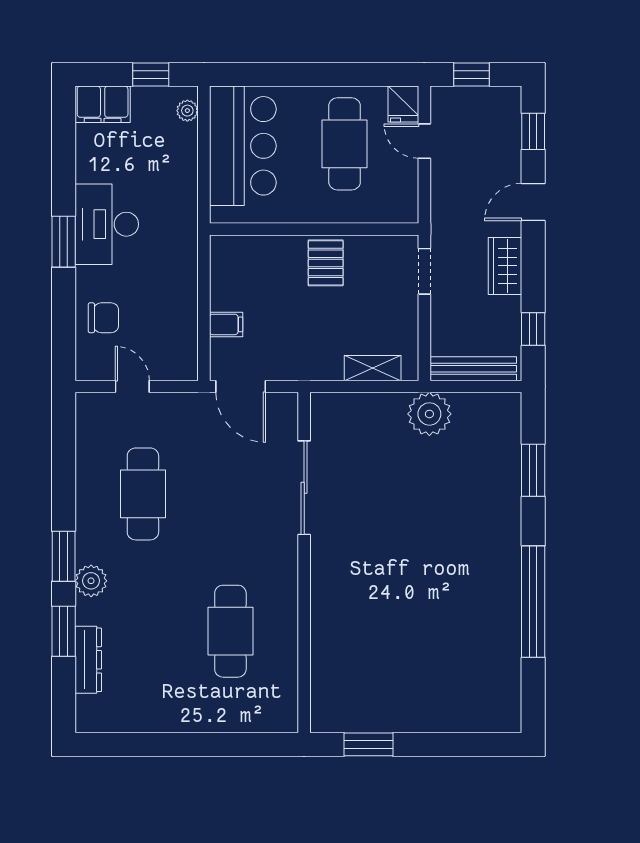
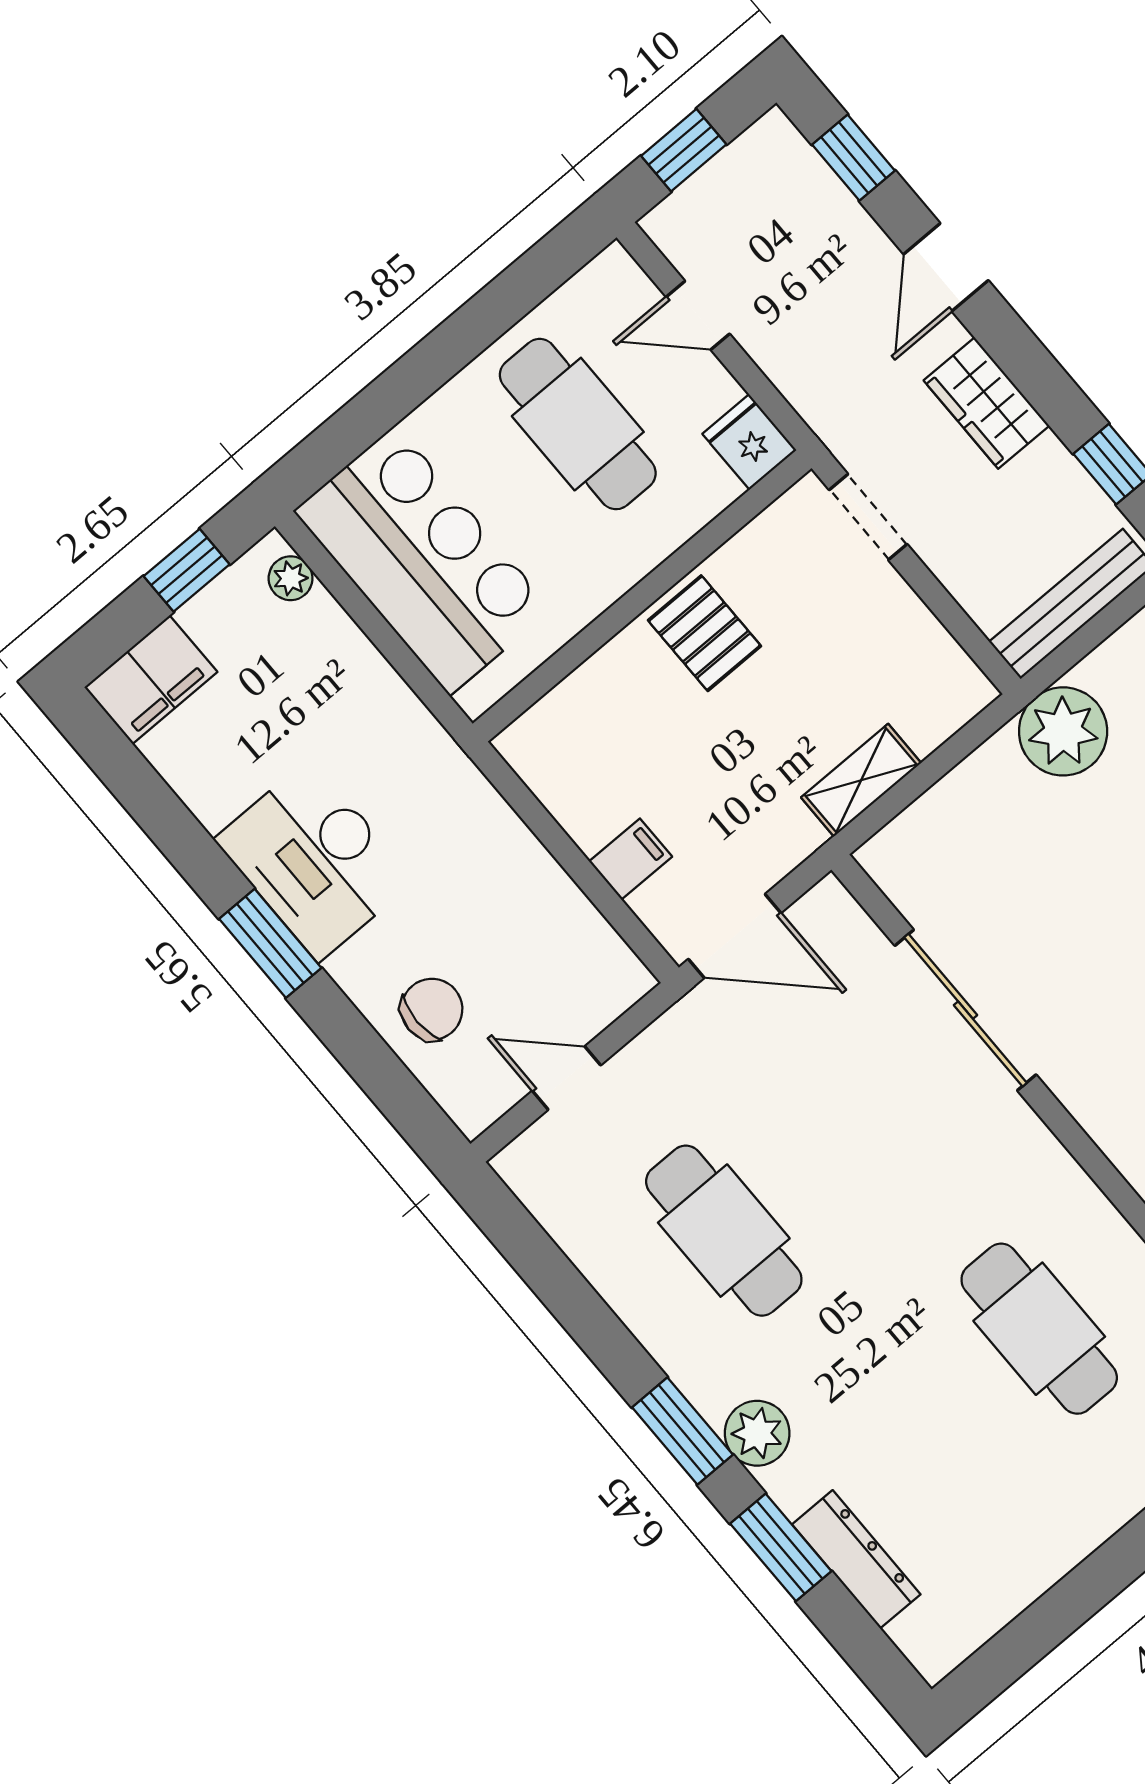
fridge: (403, 104) -> (749, 442), moved, turned 180
shelving: (373, 368) -> (861, 780), moved

